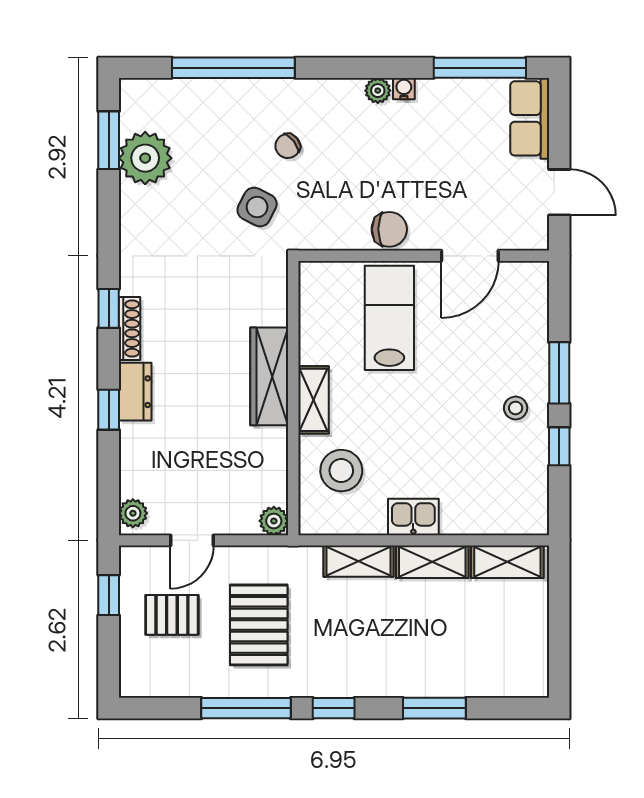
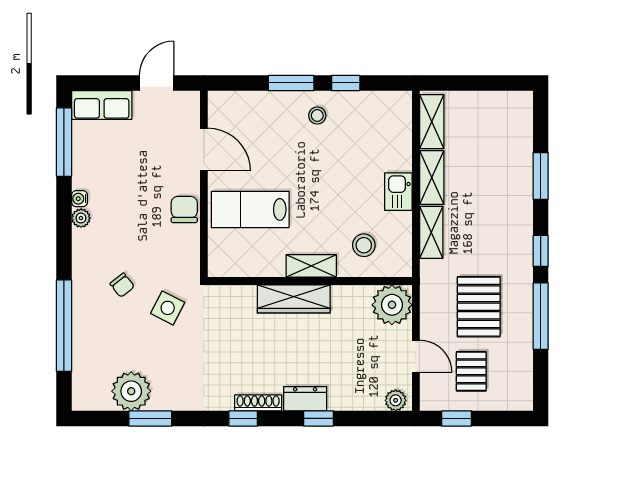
window: (109, 140) -> (150, 418), moved
stool: (341, 471) -> (364, 245), width x0.73, depth x0.73
plant: (274, 521) -> (392, 305), width x1.88, depth x1.88
pallet: (259, 625) -> (479, 307), turned 90

